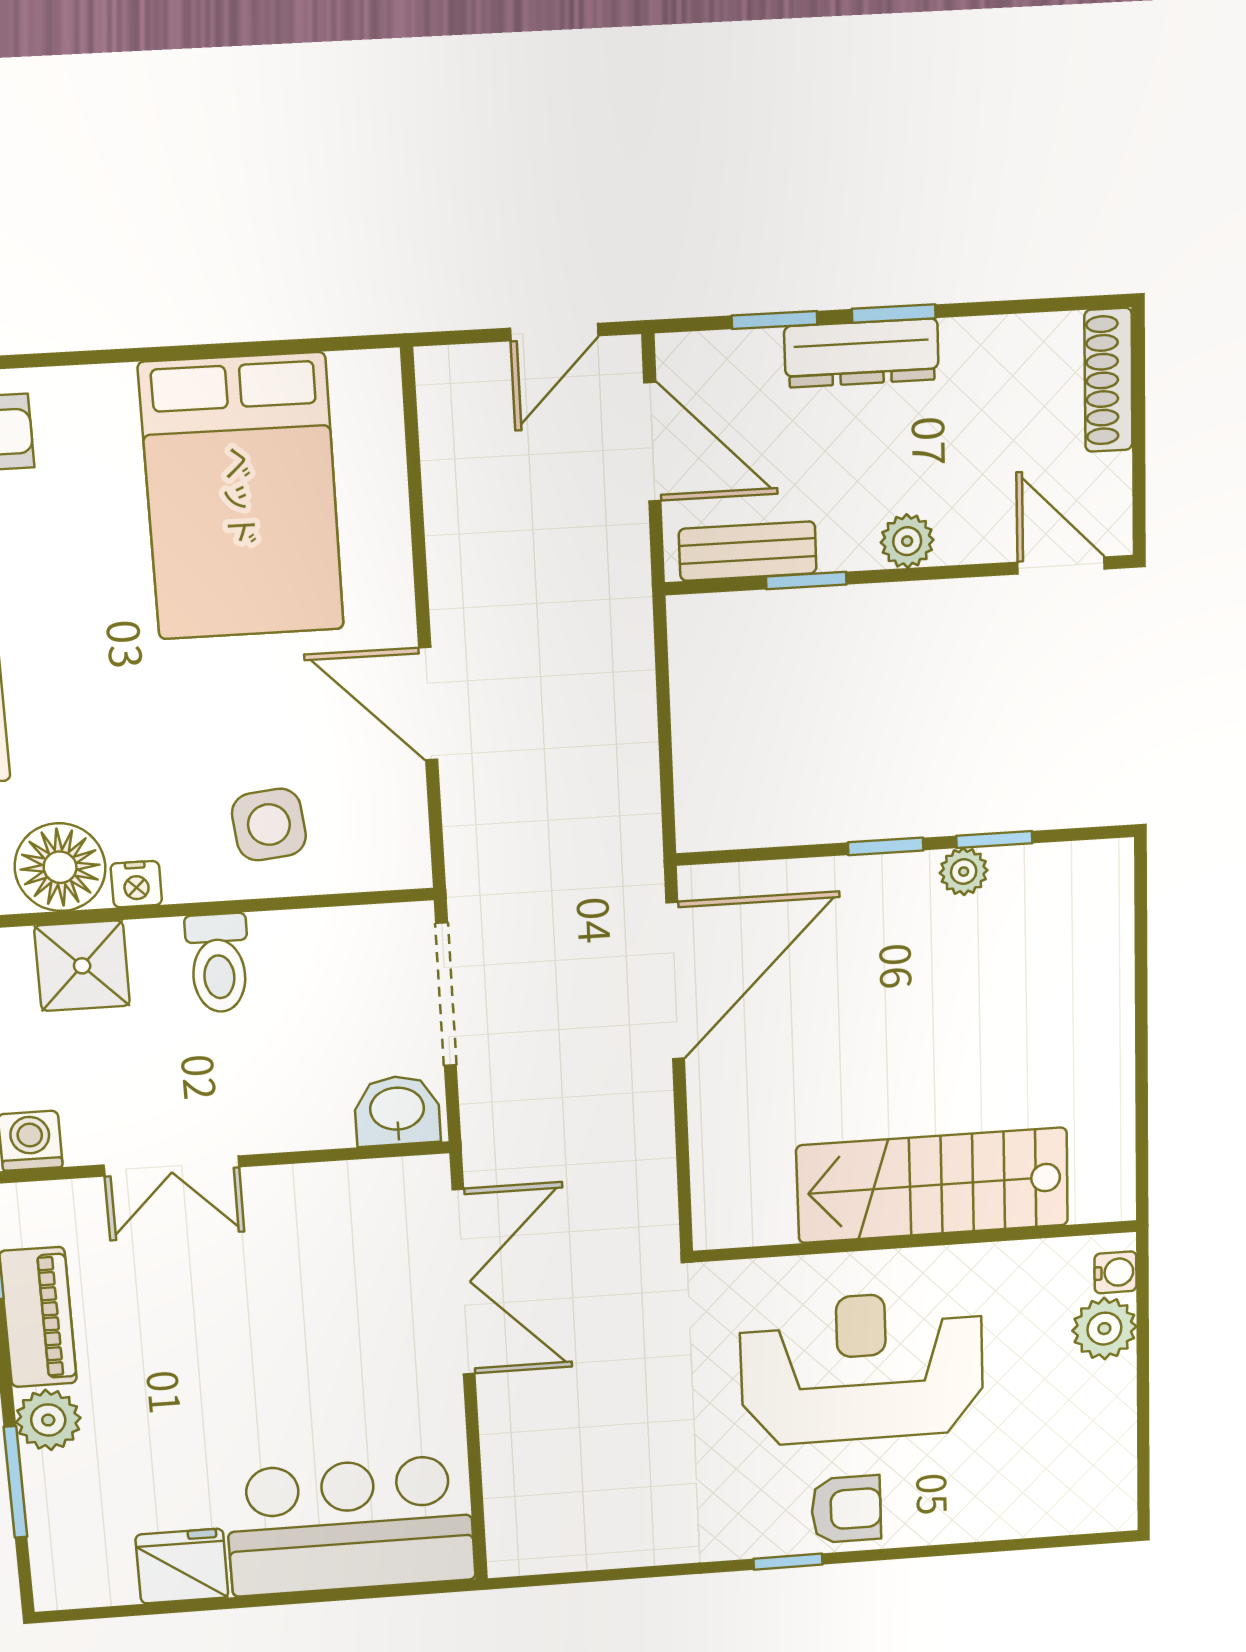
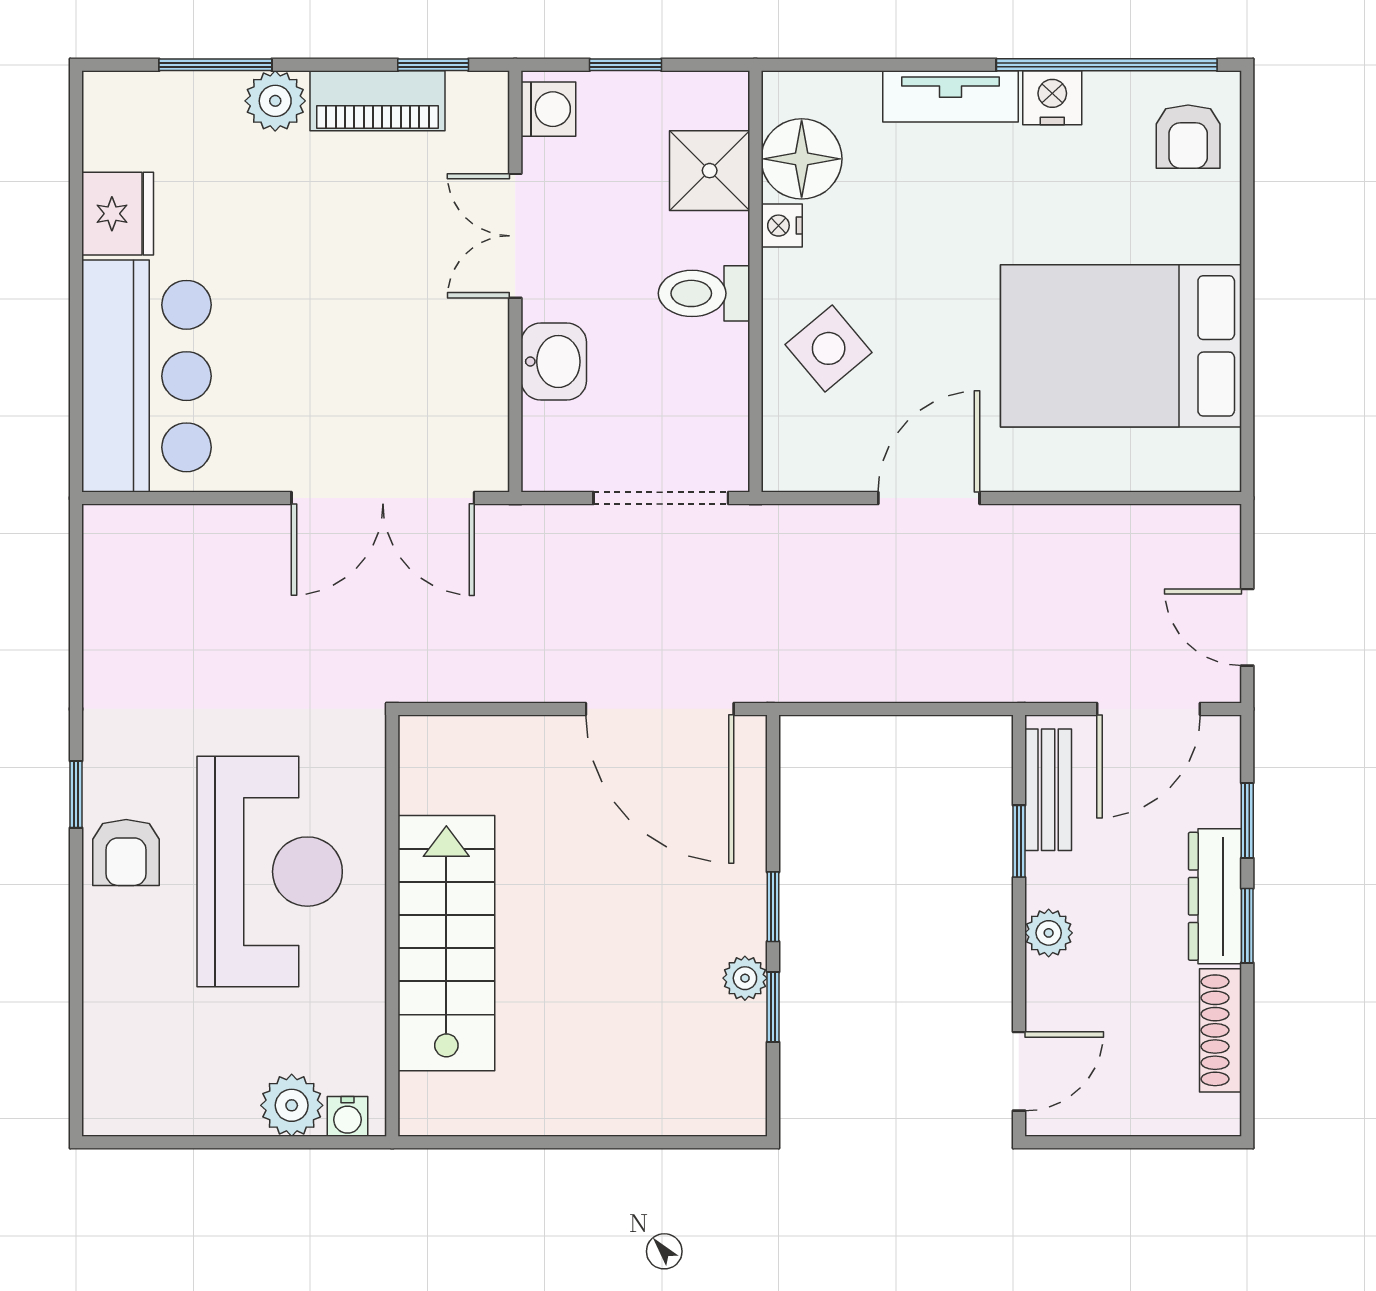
shoe rack: (1108, 380) -> (1220, 1030), moved, turned -90
side table: (269, 825) -> (829, 348), turned -34
washbasin: (397, 1111) -> (554, 362), moved

